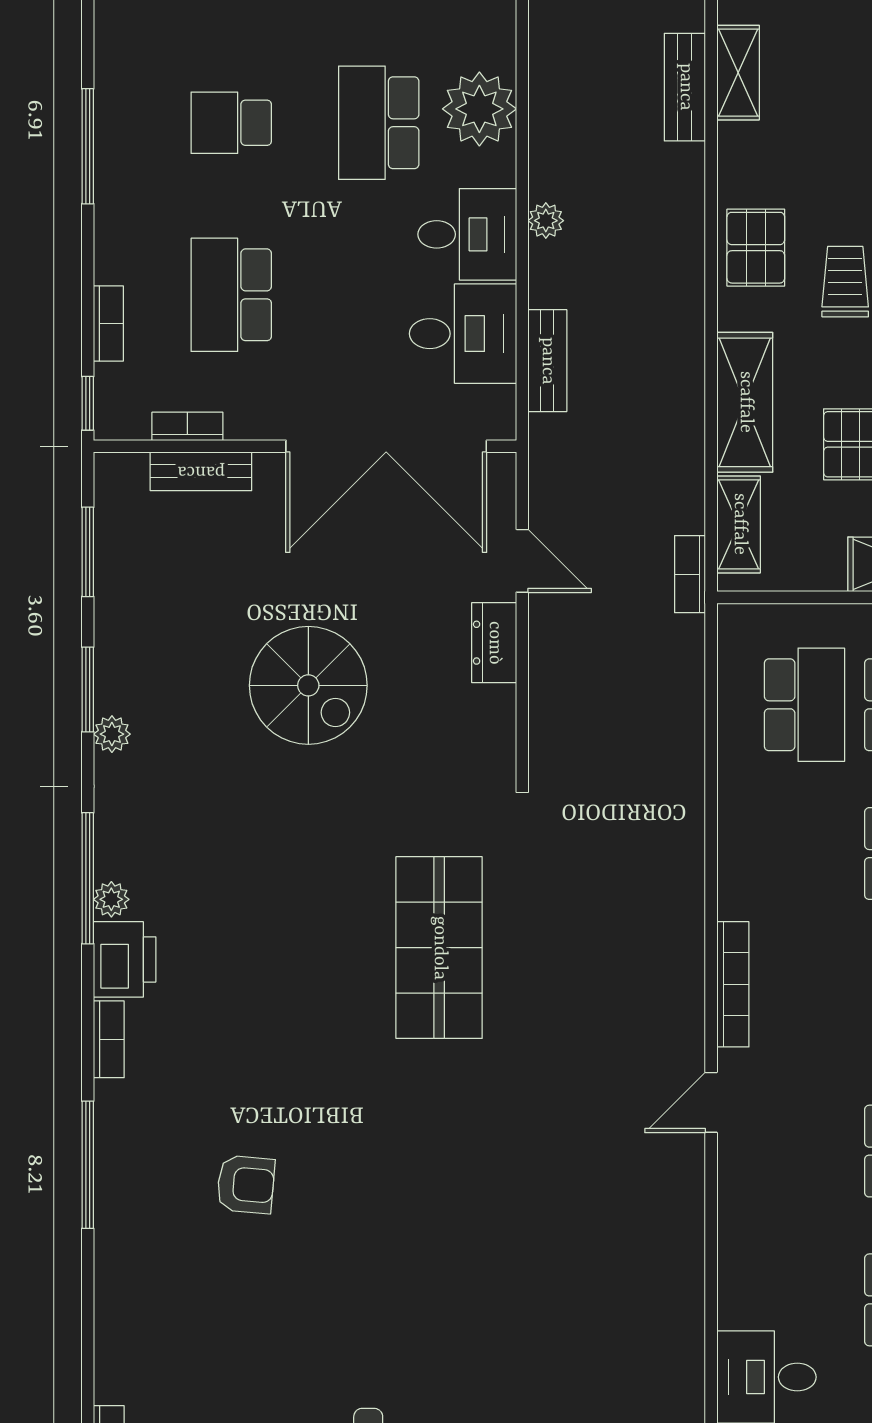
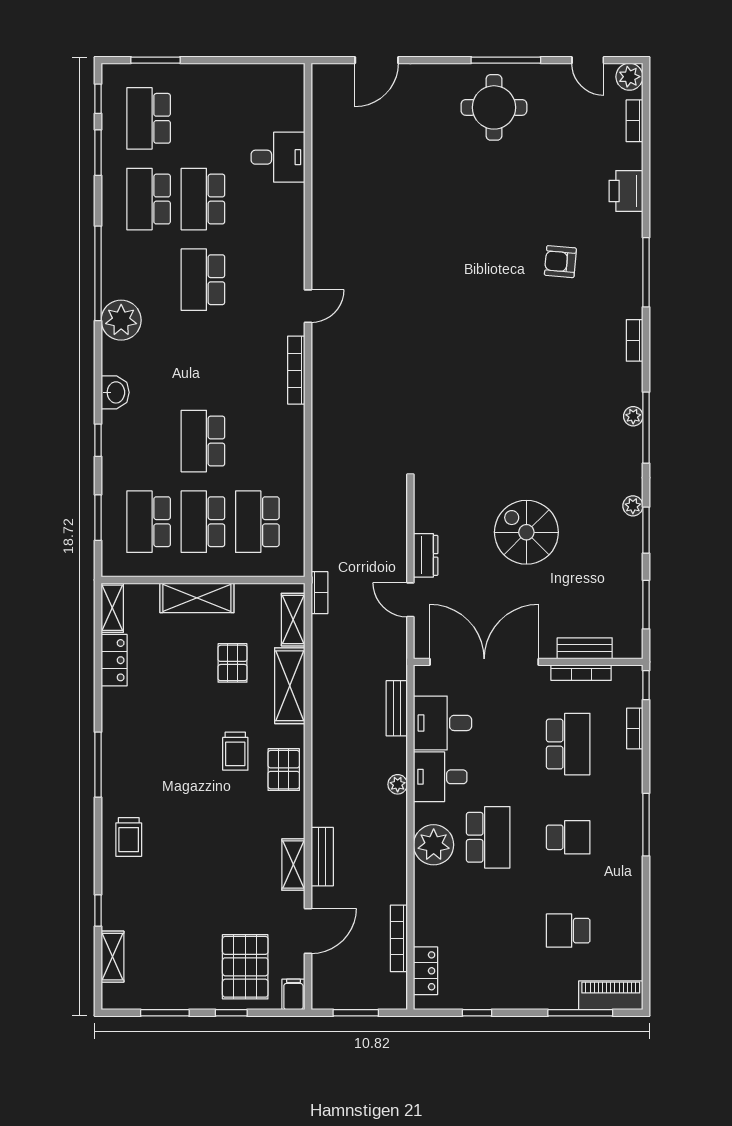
bookcase: (187, 426) -> (581, 673), width x1.56
shop shelf: (439, 948) -> (455, 390), removed
printer: (125, 959) -> (626, 191), moved

